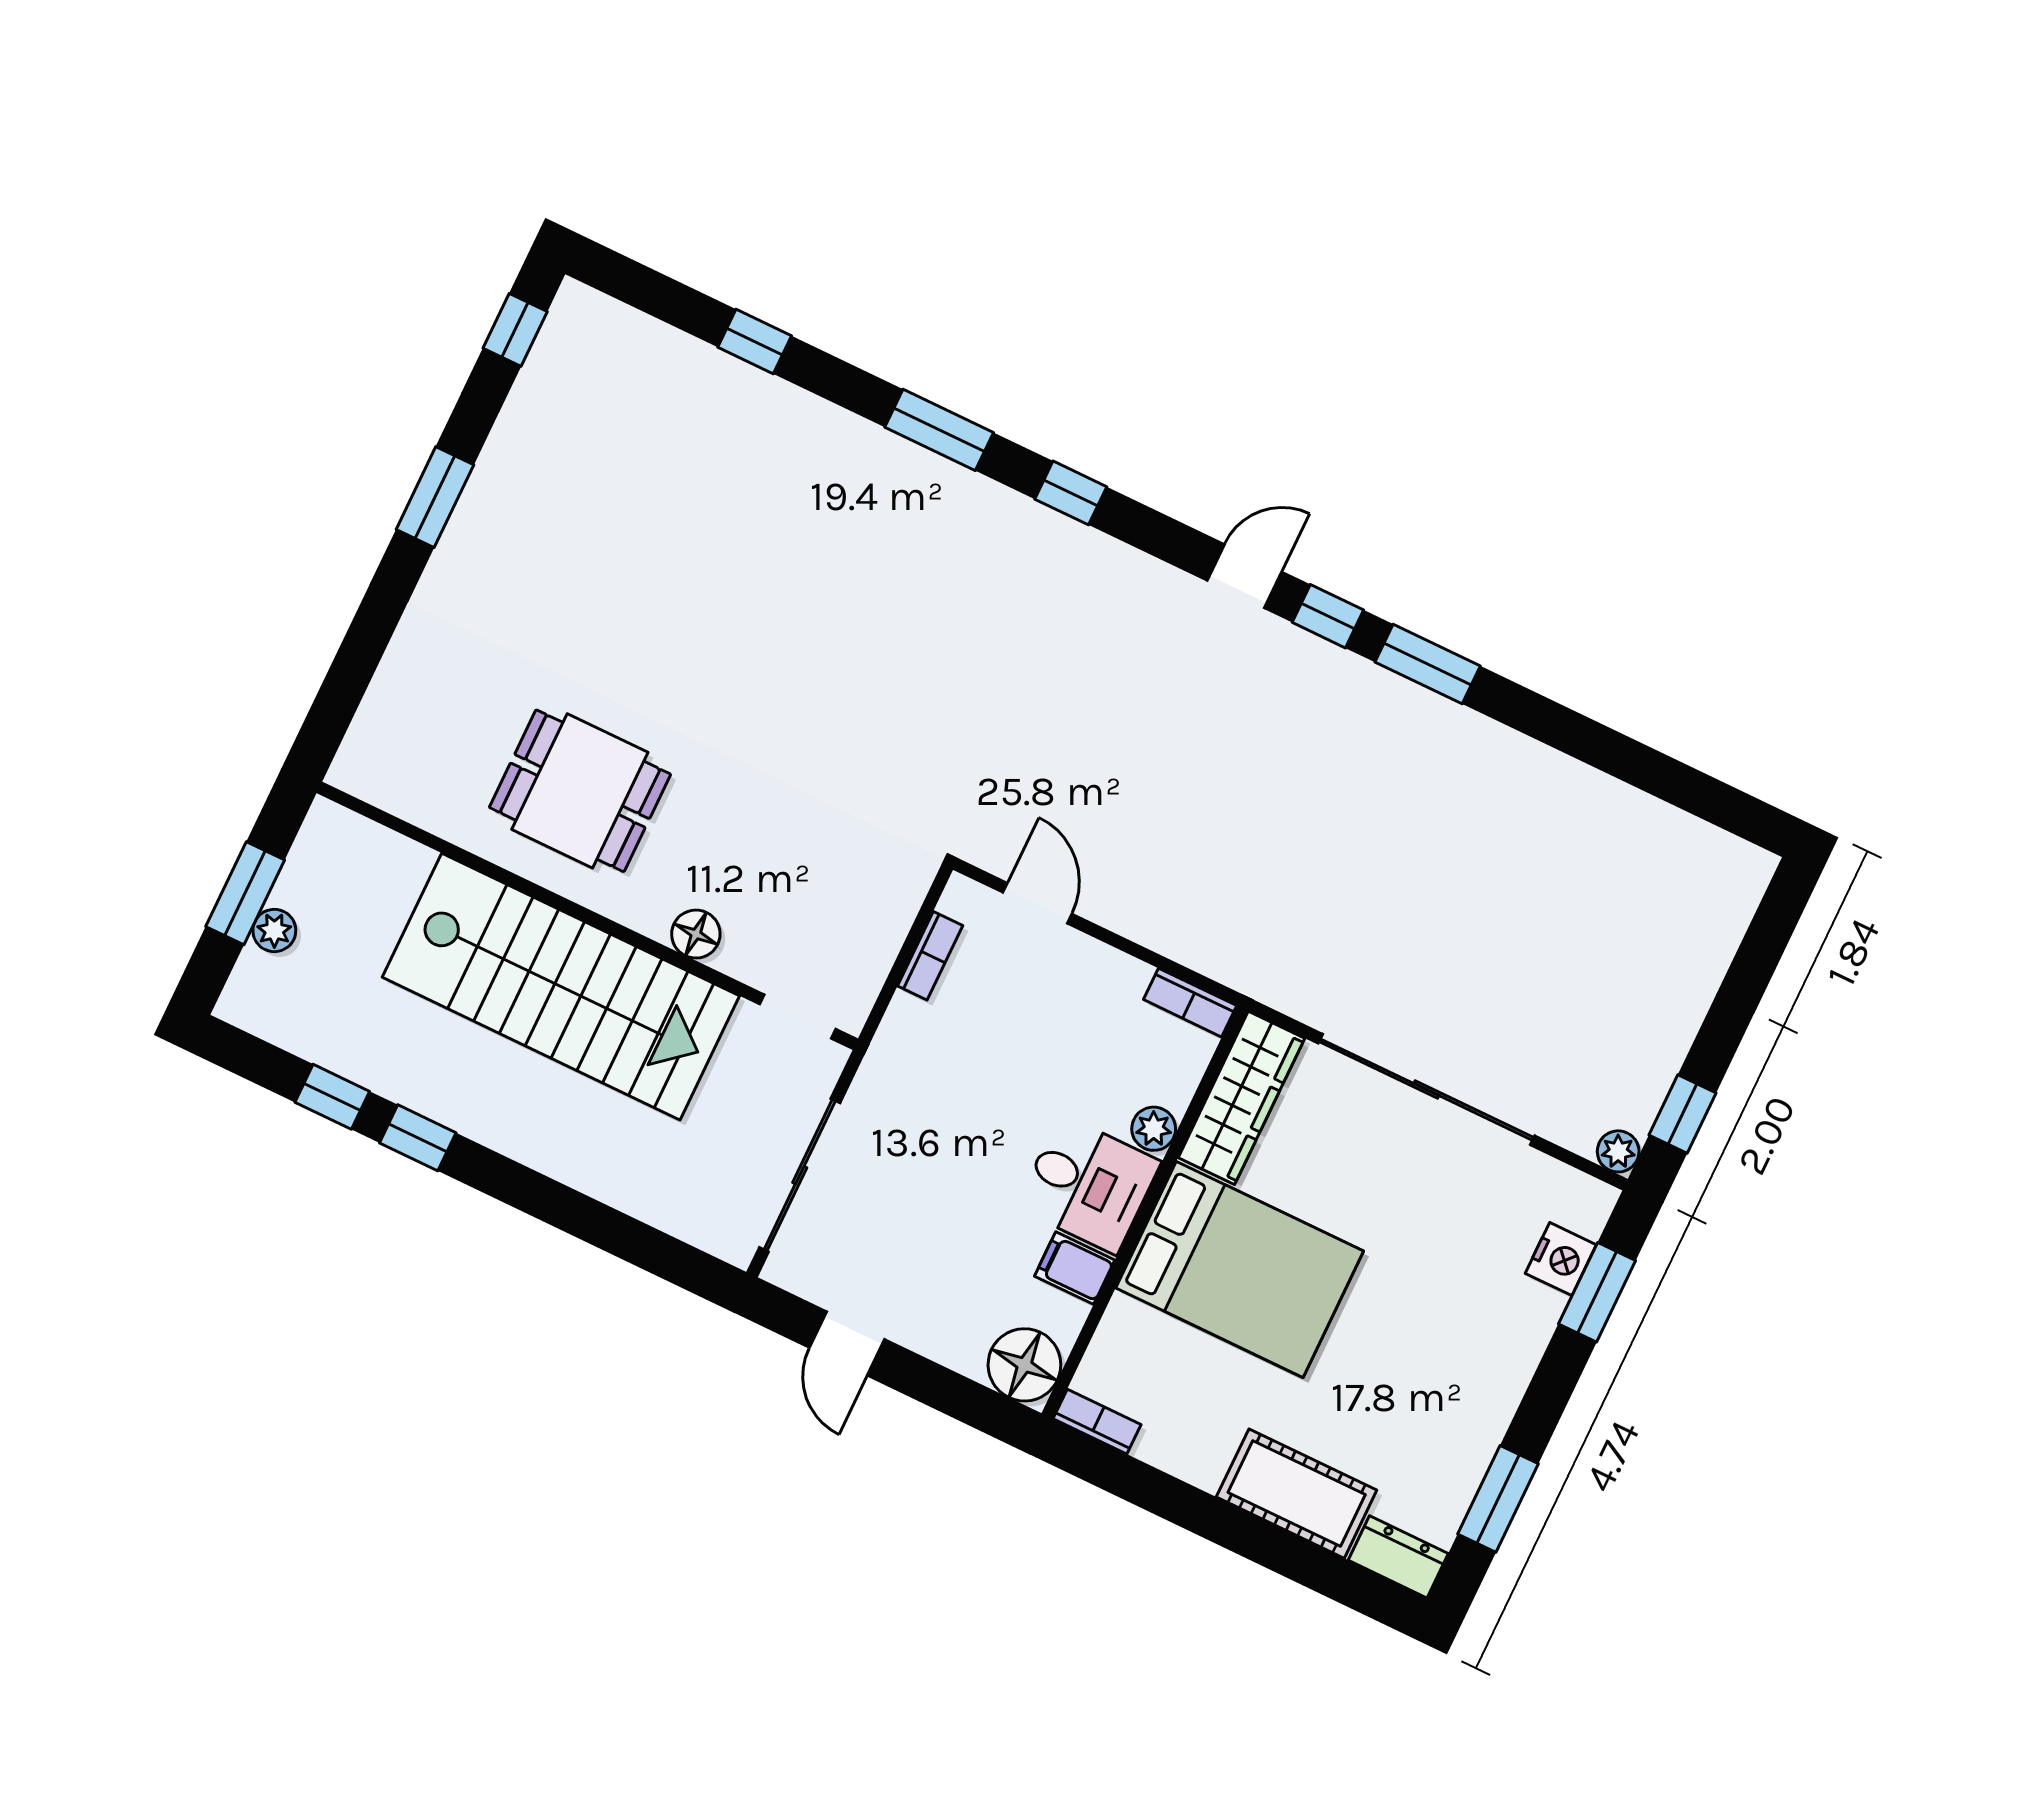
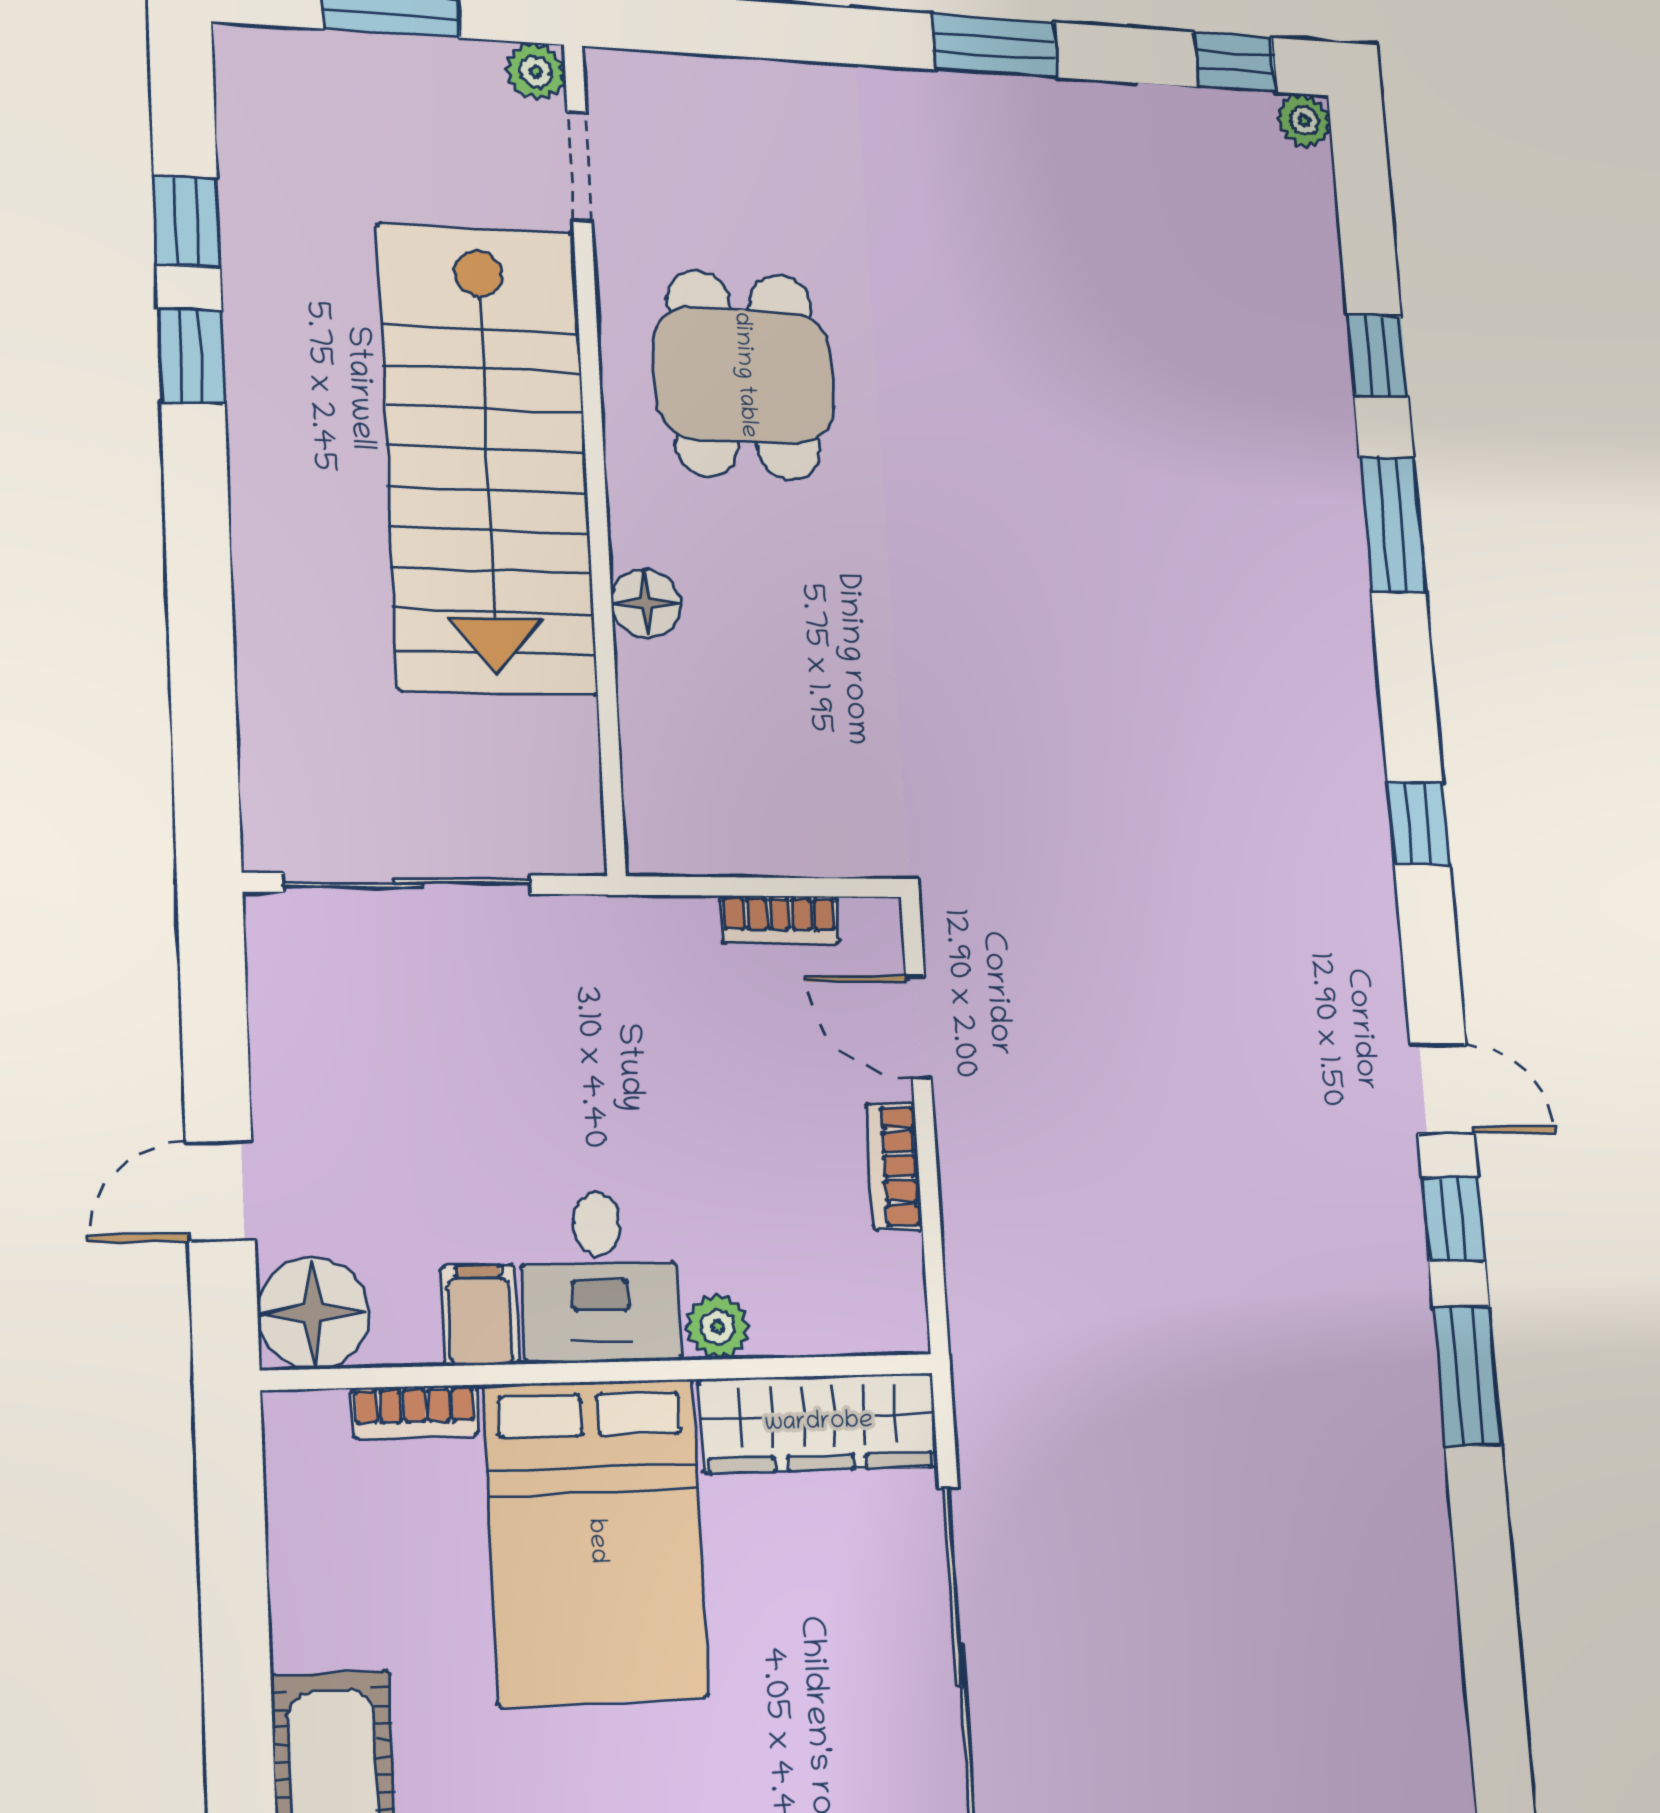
plant: (575, 302) -> (1304, 121), added
window: (939, 430) -> (1392, 524), moved
door: (1037, 903) -> (918, 1027), swing flipped
plant: (274, 930) -> (536, 71), moved
bookcase: (1190, 1003) -> (894, 1166), moved
doorway: (798, 1017) -> (579, 166), moved
door: (847, 1343) -> (220, 1191), moved
bookcase: (1097, 1422) -> (415, 1412), moved, turned 90

